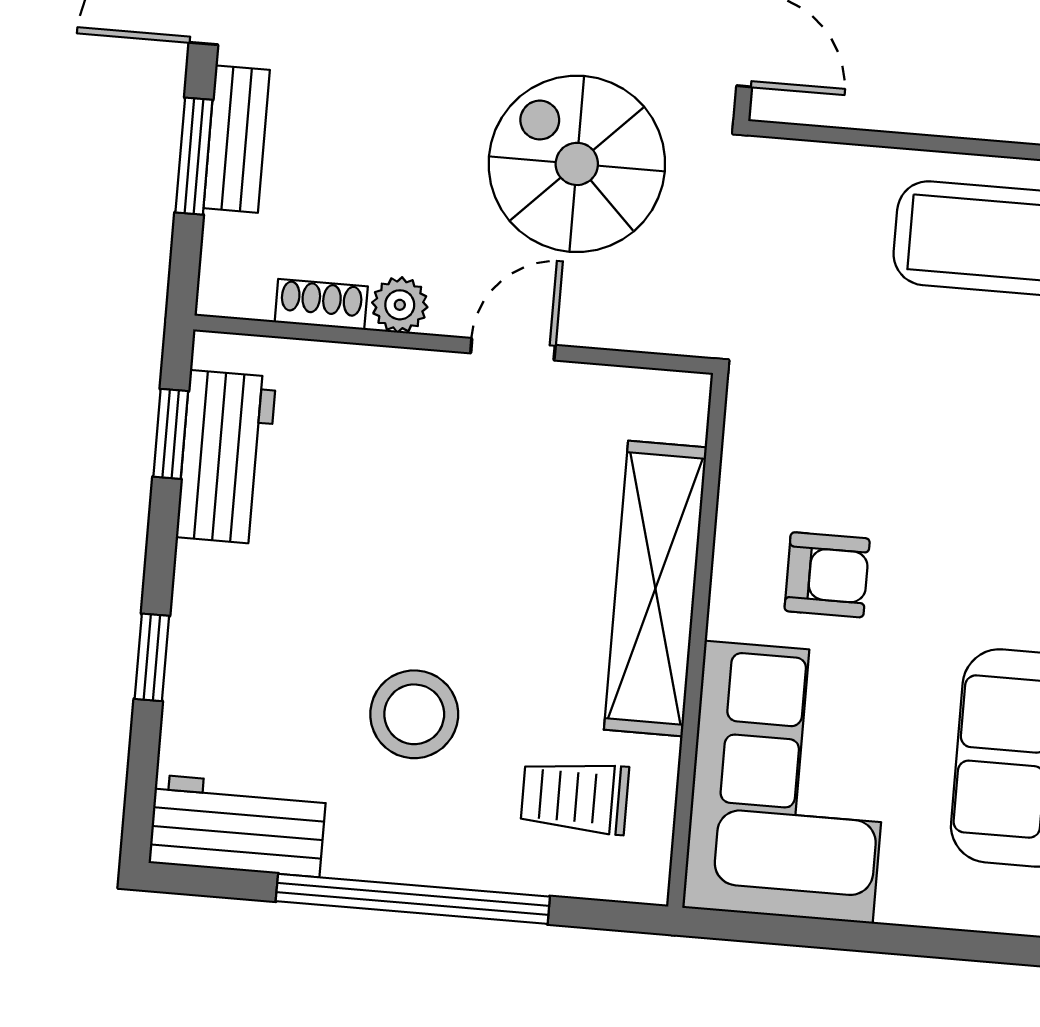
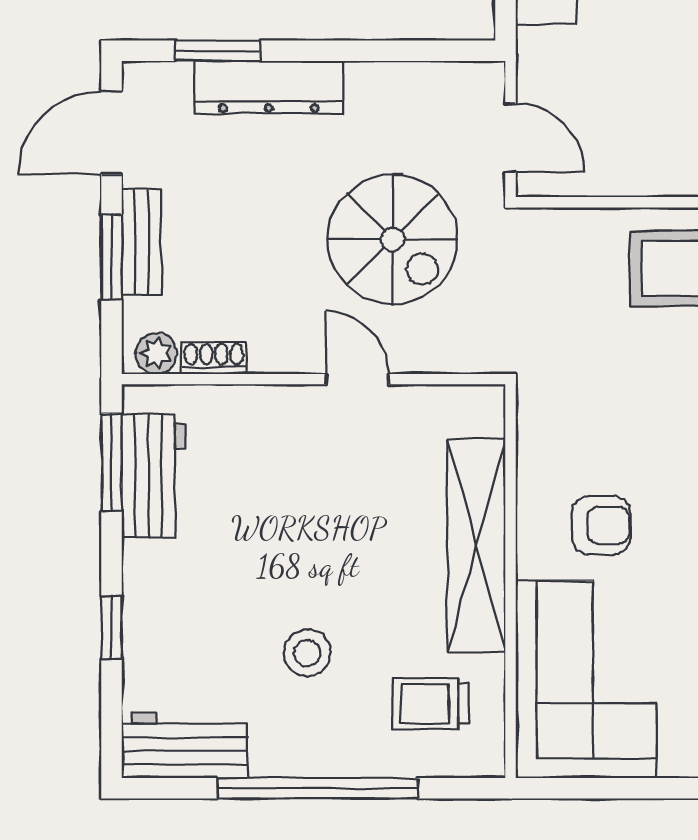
spiral stairs: (577, 164) -> (393, 239), turned 180
plant: (400, 305) -> (156, 354), moved
door: (513, 349) -> (357, 379), hinge flipped
window: (171, 434) -> (111, 462), width x1.50
stool: (414, 714) -> (307, 653), width x0.73, depth x0.73

